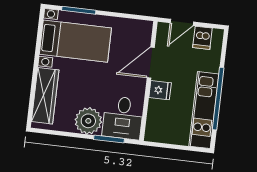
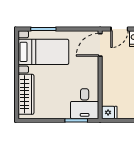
door: (151, 63) -> (100, 45), moved
fridge: (160, 90) -> (109, 112), moved
plant: (88, 121) -> (60, 109), removed

